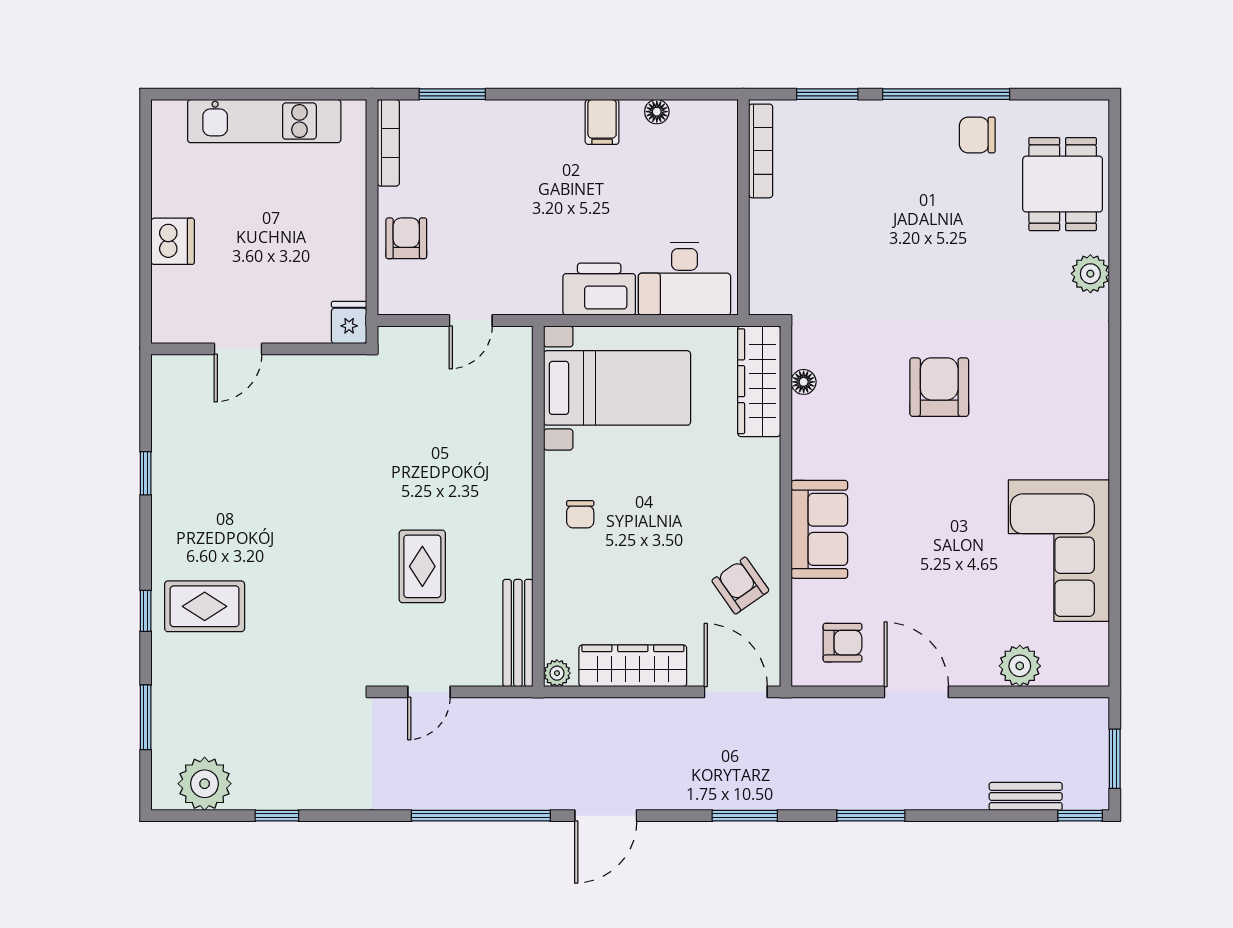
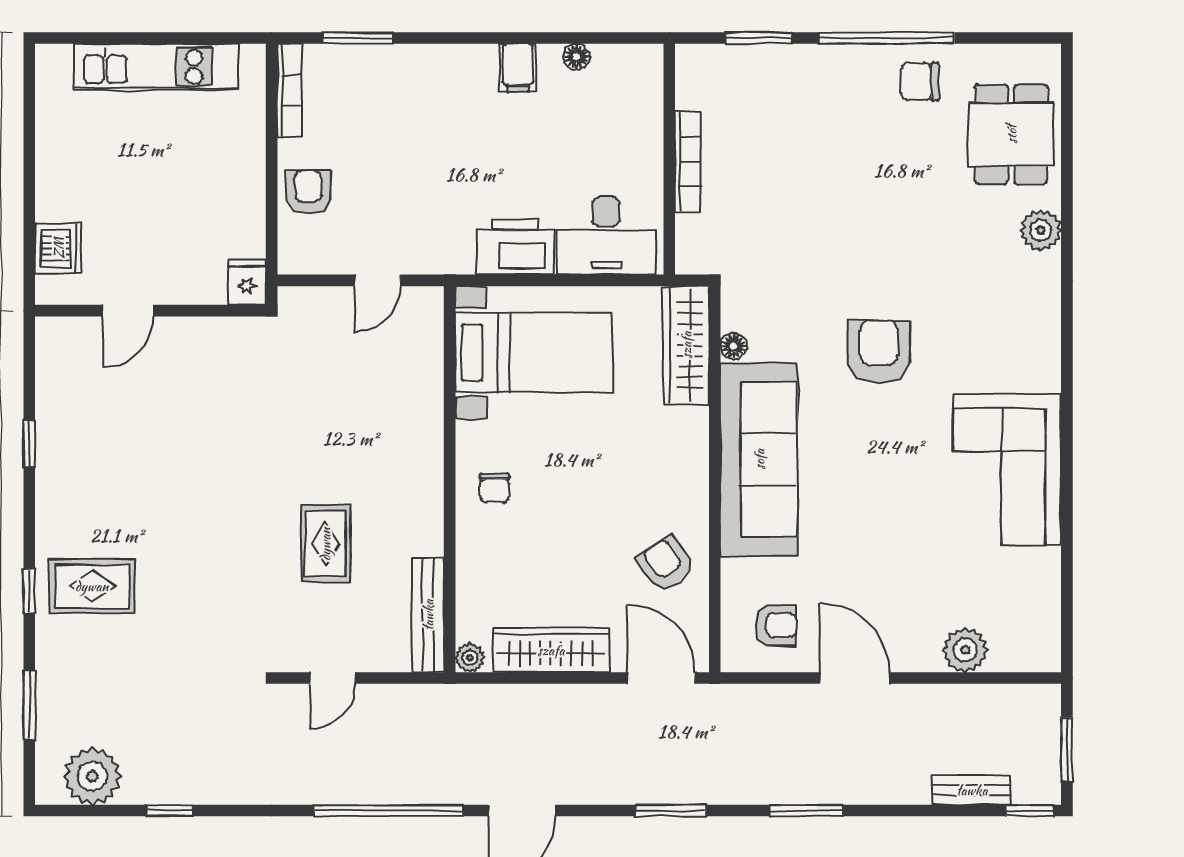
bookcase: (761, 151) -> (688, 162), moved
dishwasher: (173, 241) -> (58, 248), moved
sofa: (819, 529) -> (759, 459), width x1.85, depth x1.27
corner sofa: (1059, 551) -> (1007, 469), moved

